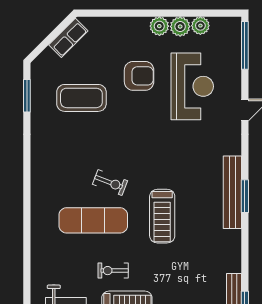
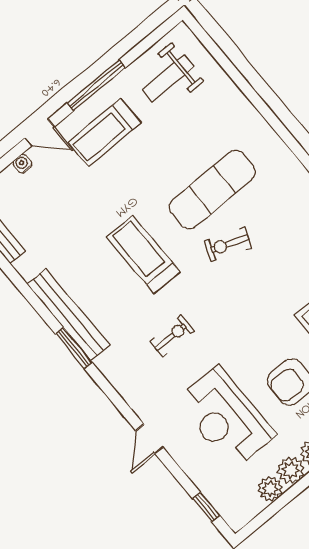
window: (245, 45) -> (206, 507), width x0.46
bench: (232, 192) -> (68, 315), moved
exercise bike: (113, 271) -> (172, 336), moved

